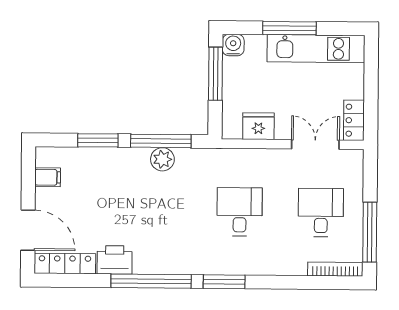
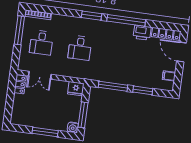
kitchen unit: (316, 49) -> (34, 121), removed
fridge: (258, 126) -> (76, 89), moved
plant: (162, 159) -> (113, 77), removed

